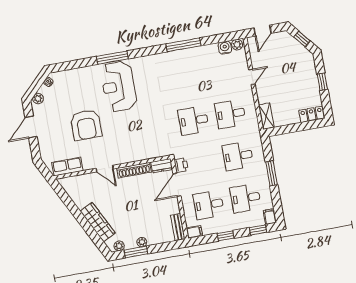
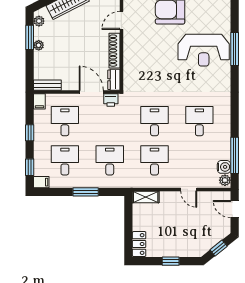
window: (184, 45) -> (235, 155), moved
desk: (186, 78) -> (199, 121), added
reception desk: (119, 86) -> (204, 50), turned 180

